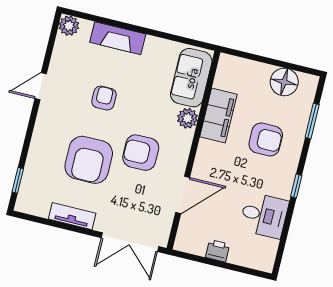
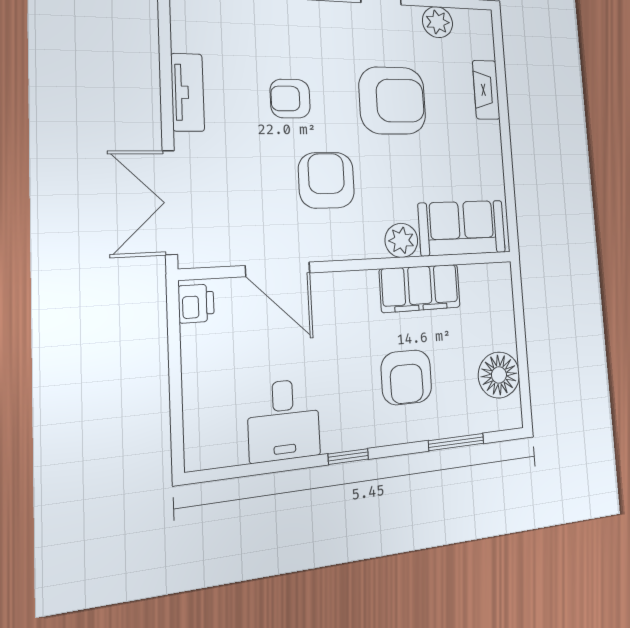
plant: (69, 26) -> (438, 22), moved
fireplace: (118, 38) -> (486, 90), width x0.73, depth x0.76
armchair: (104, 98) -> (392, 100), width x1.88, depth x1.88
armchair: (89, 160) -> (290, 99), width x0.53, depth x0.53
printer: (218, 251) -> (196, 304), moved

